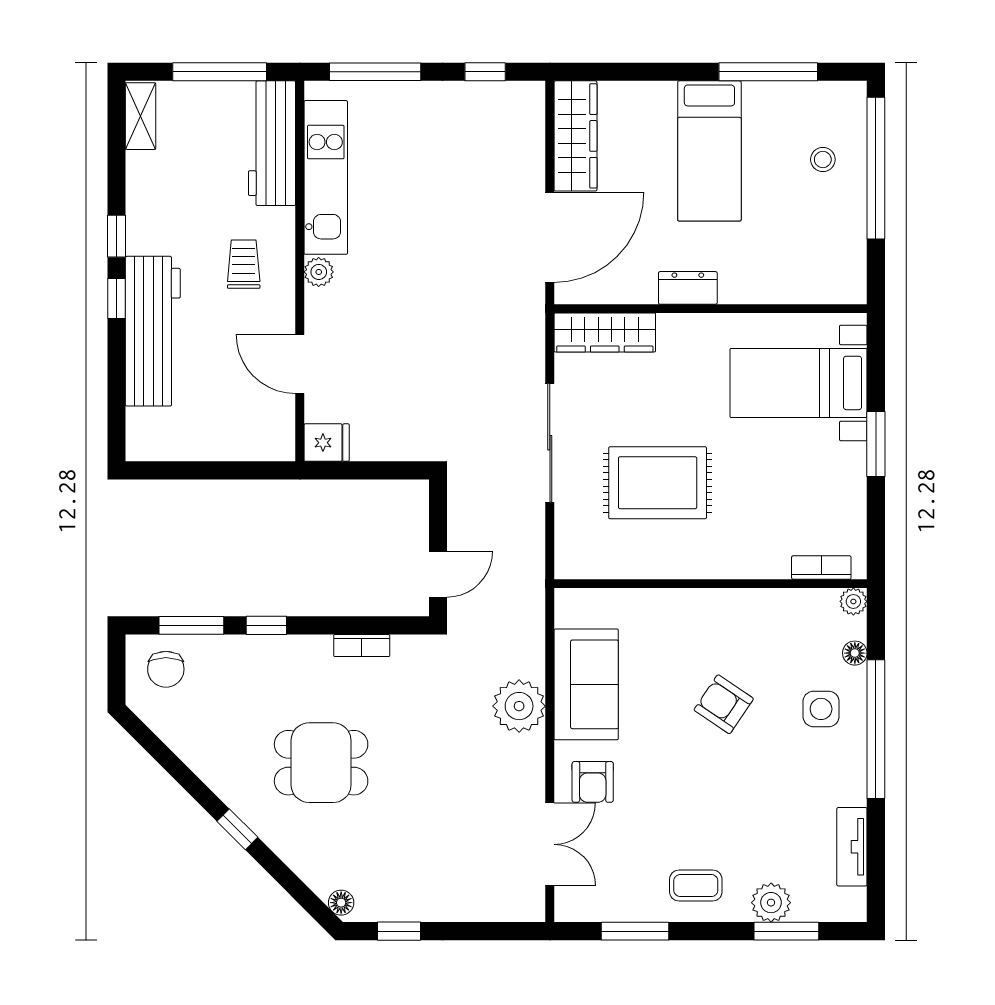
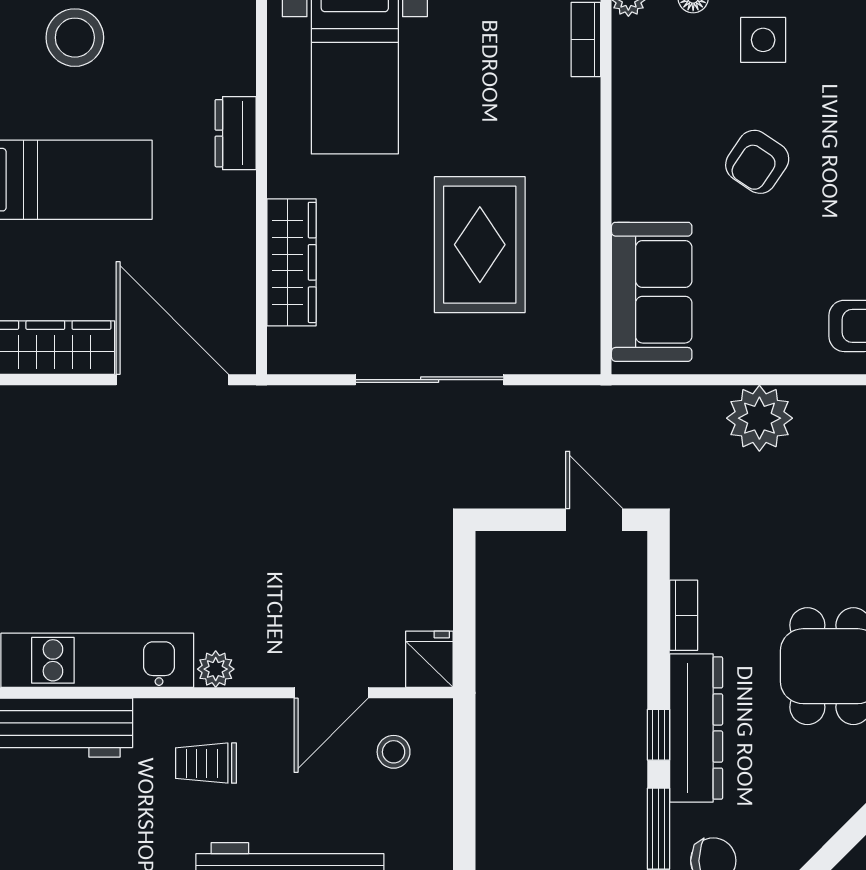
stool: (823, 160) -> (75, 38), width x1.89, depth x1.89
dresser: (688, 288) -> (236, 133), moved
wardrobe: (605, 333) -> (292, 262), moved
stool: (253, 414) -> (394, 752), added
dresser: (272, 655) -> (696, 728), added
sofa: (586, 684) -> (652, 292), moved, turned 90

